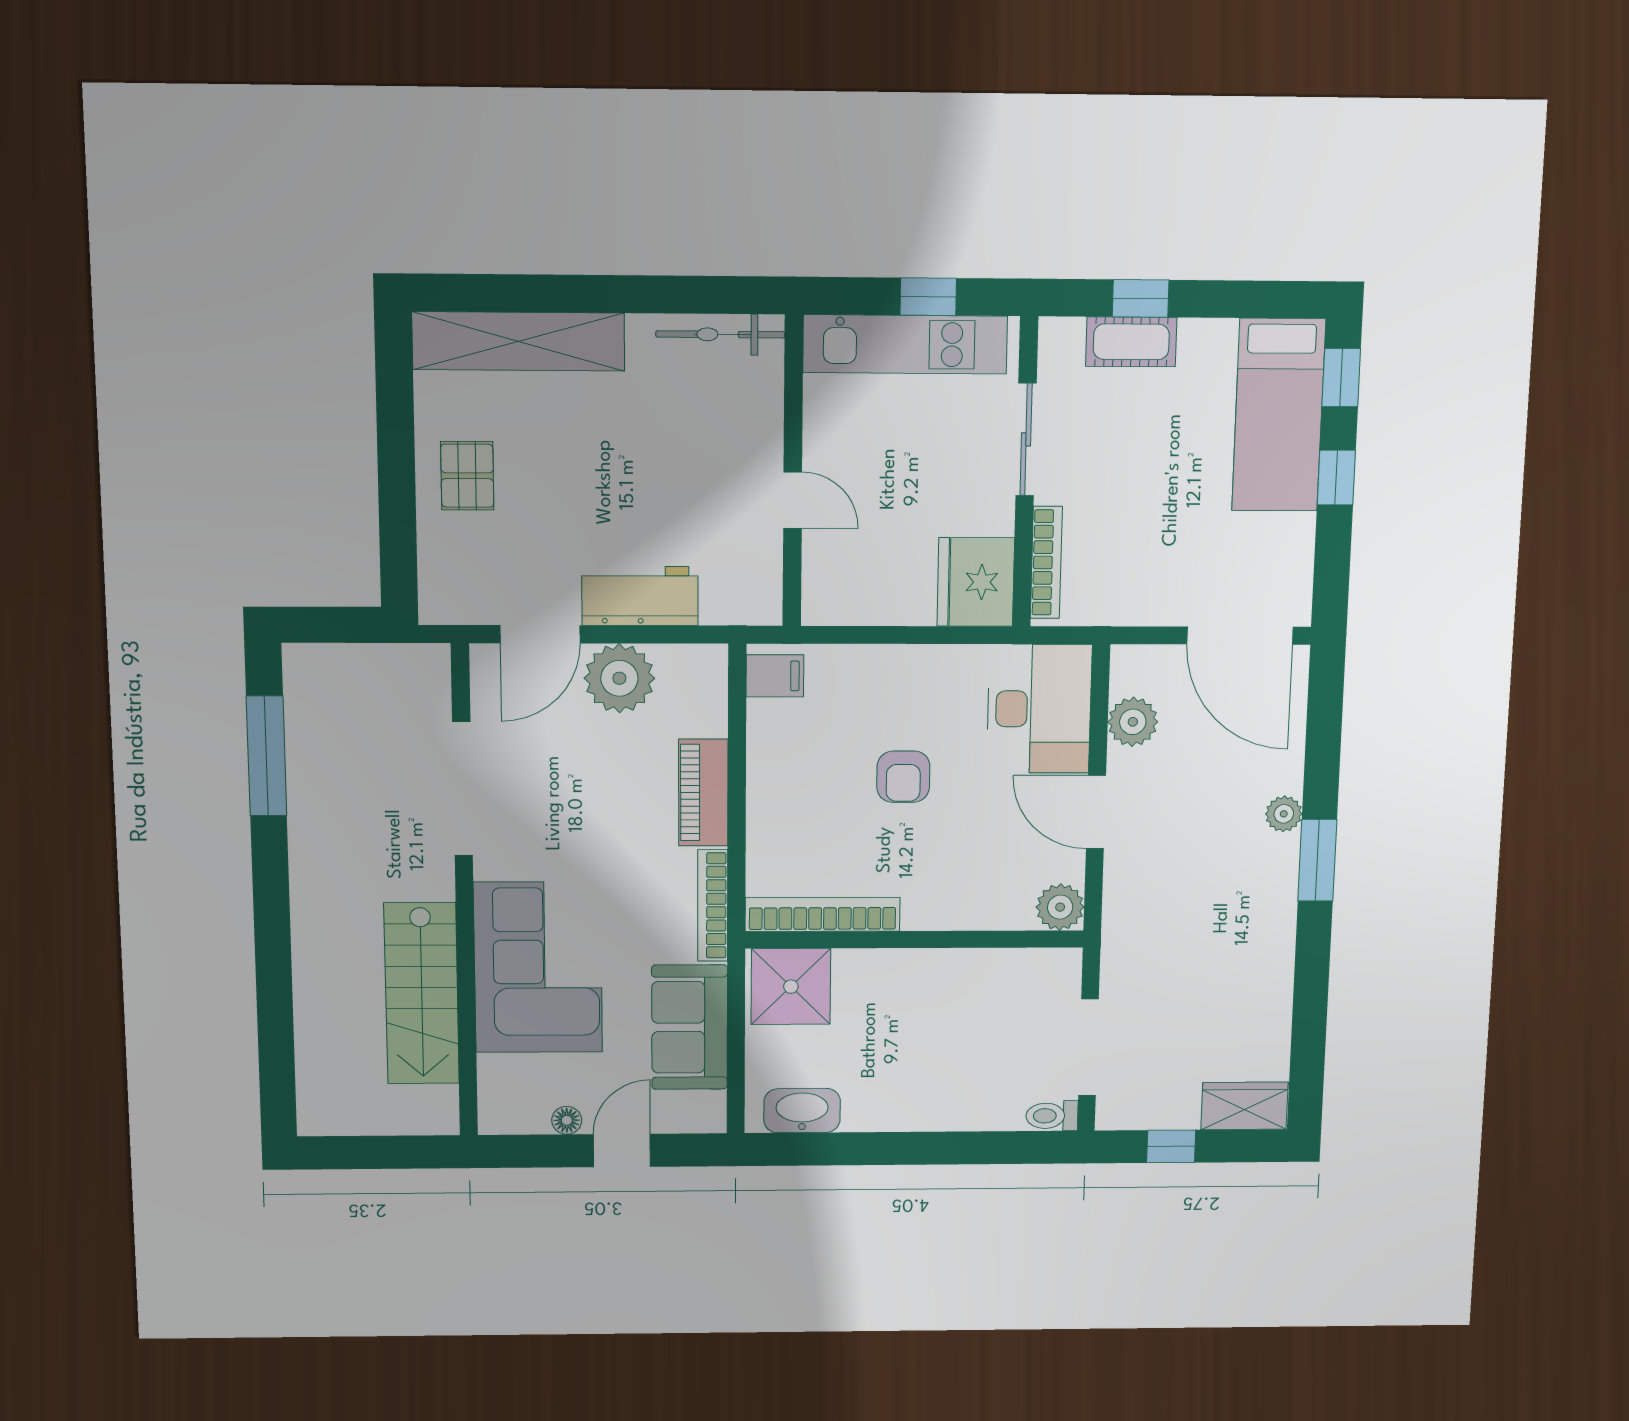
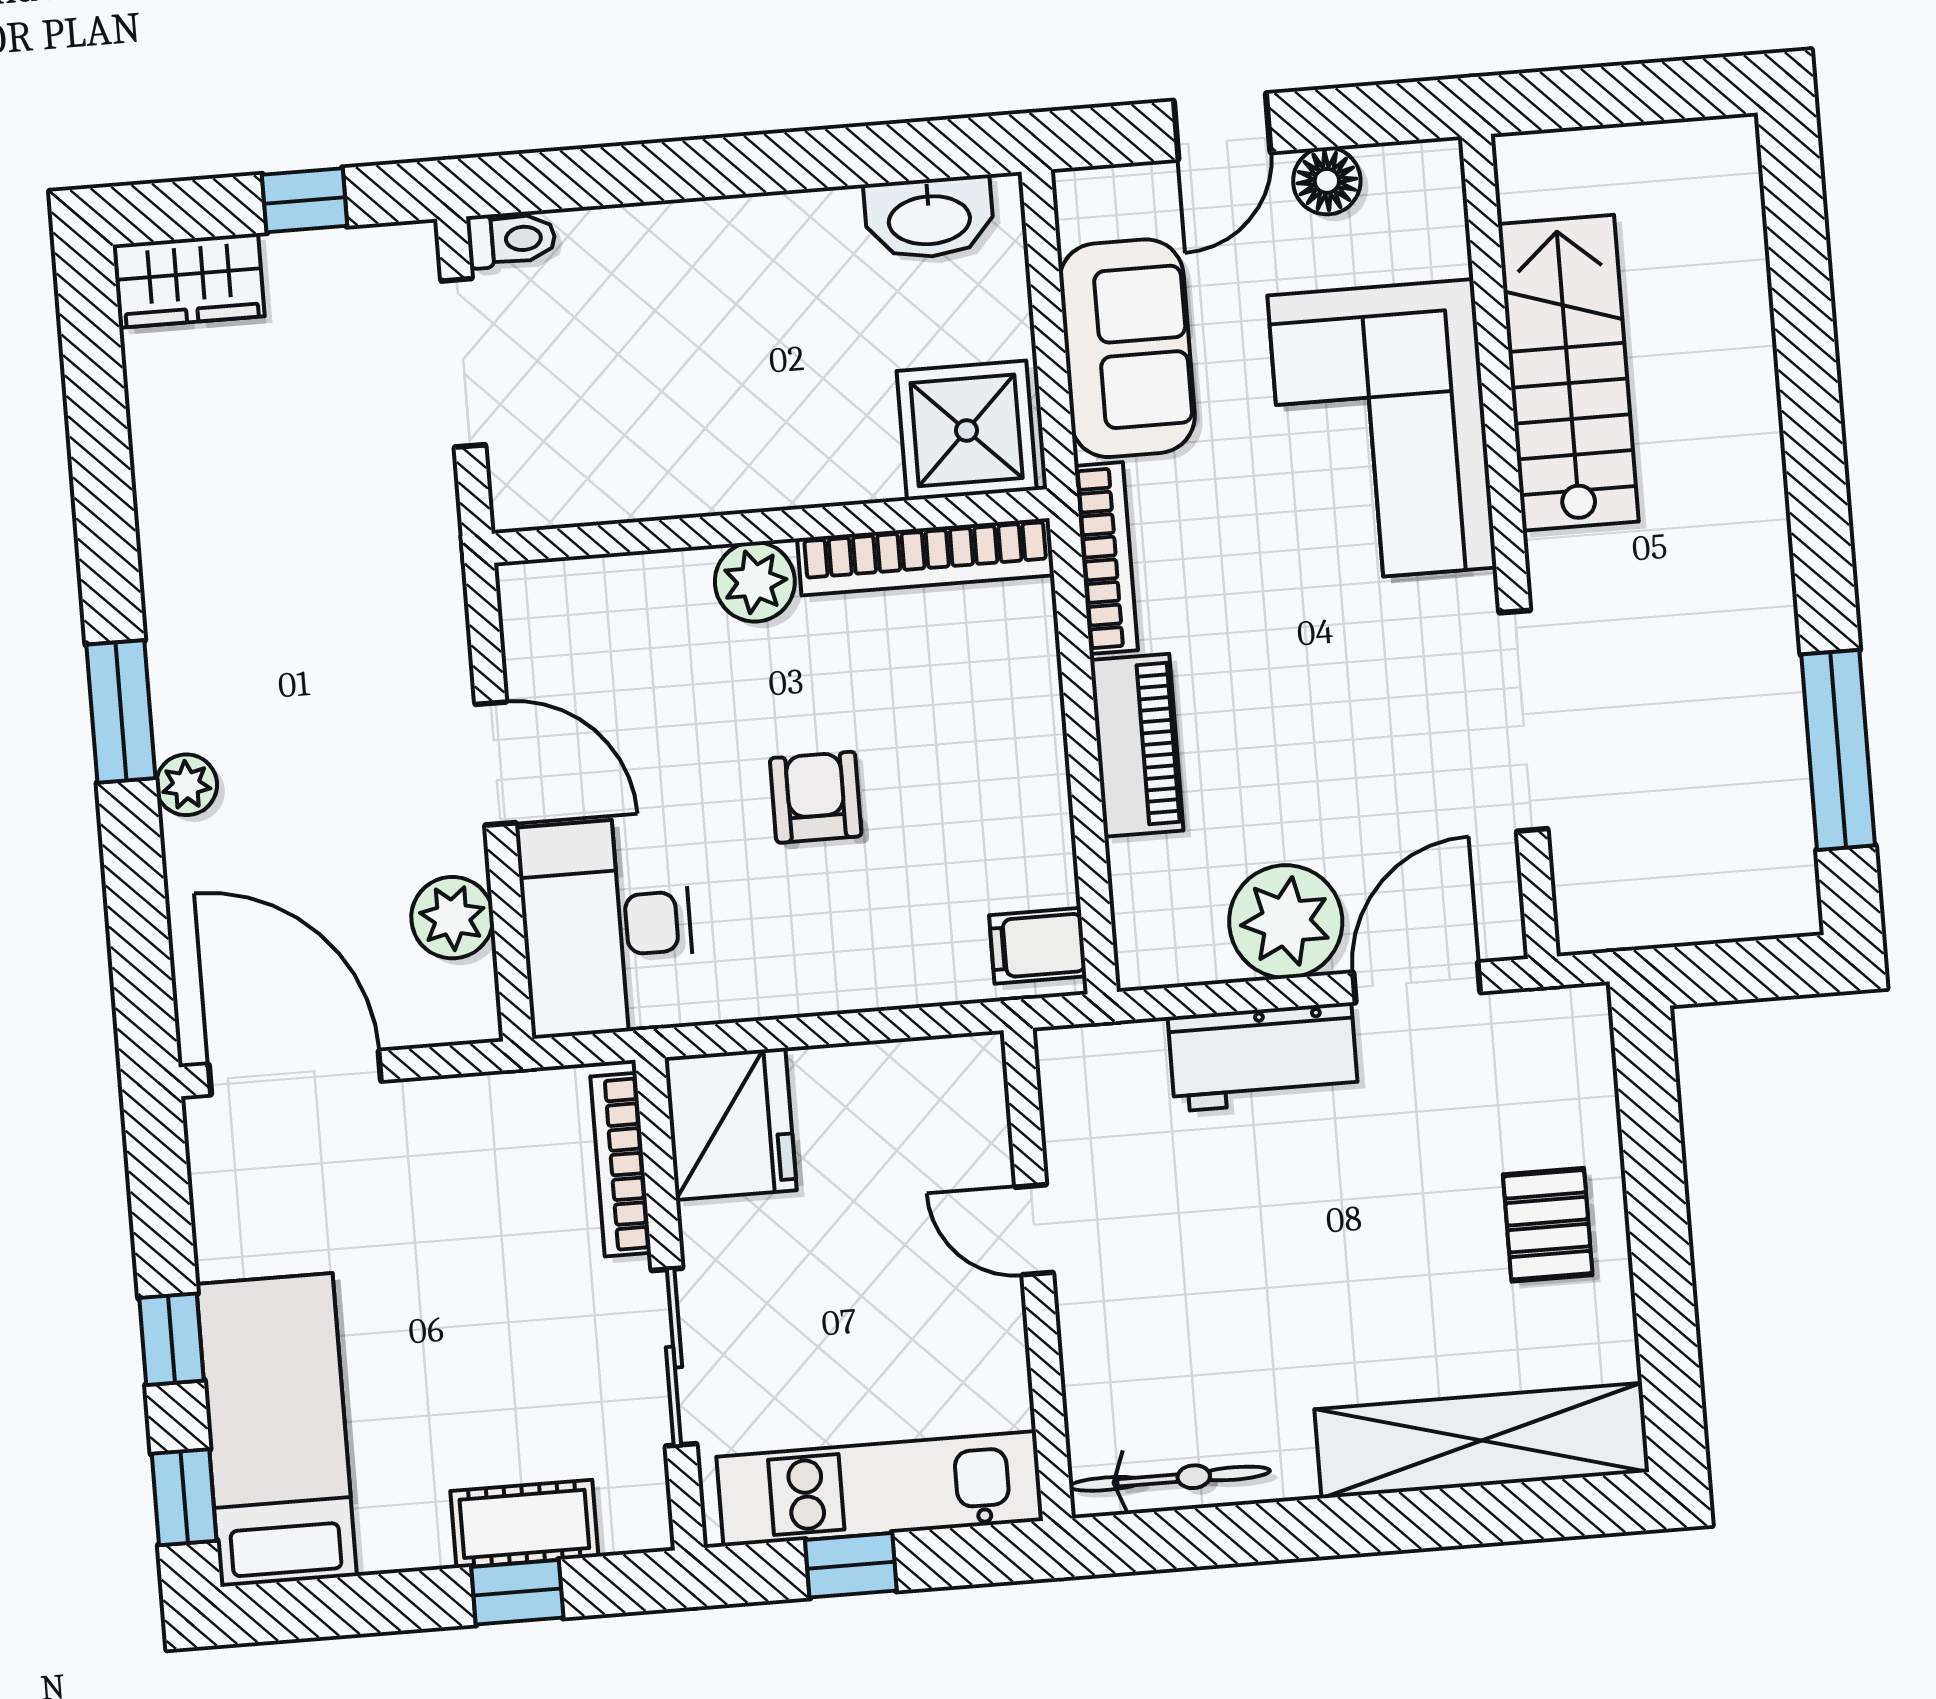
plant: (1060, 907) -> (755, 582), moved
floor lamp: (567, 1120) -> (1327, 181), width x1.37, depth x1.37

